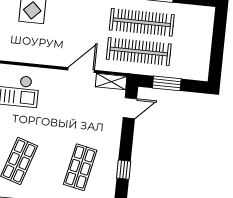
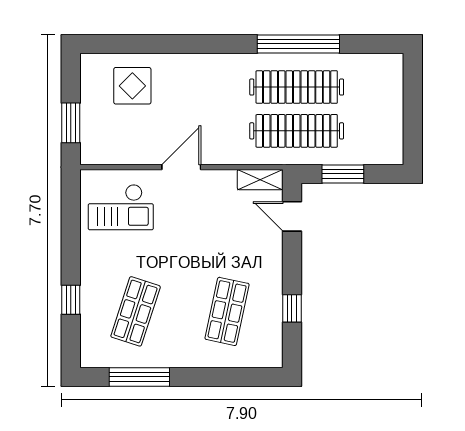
door: (81, 70) -> (181, 167), moved
door: (130, 108) -> (292, 216), swing flipped

